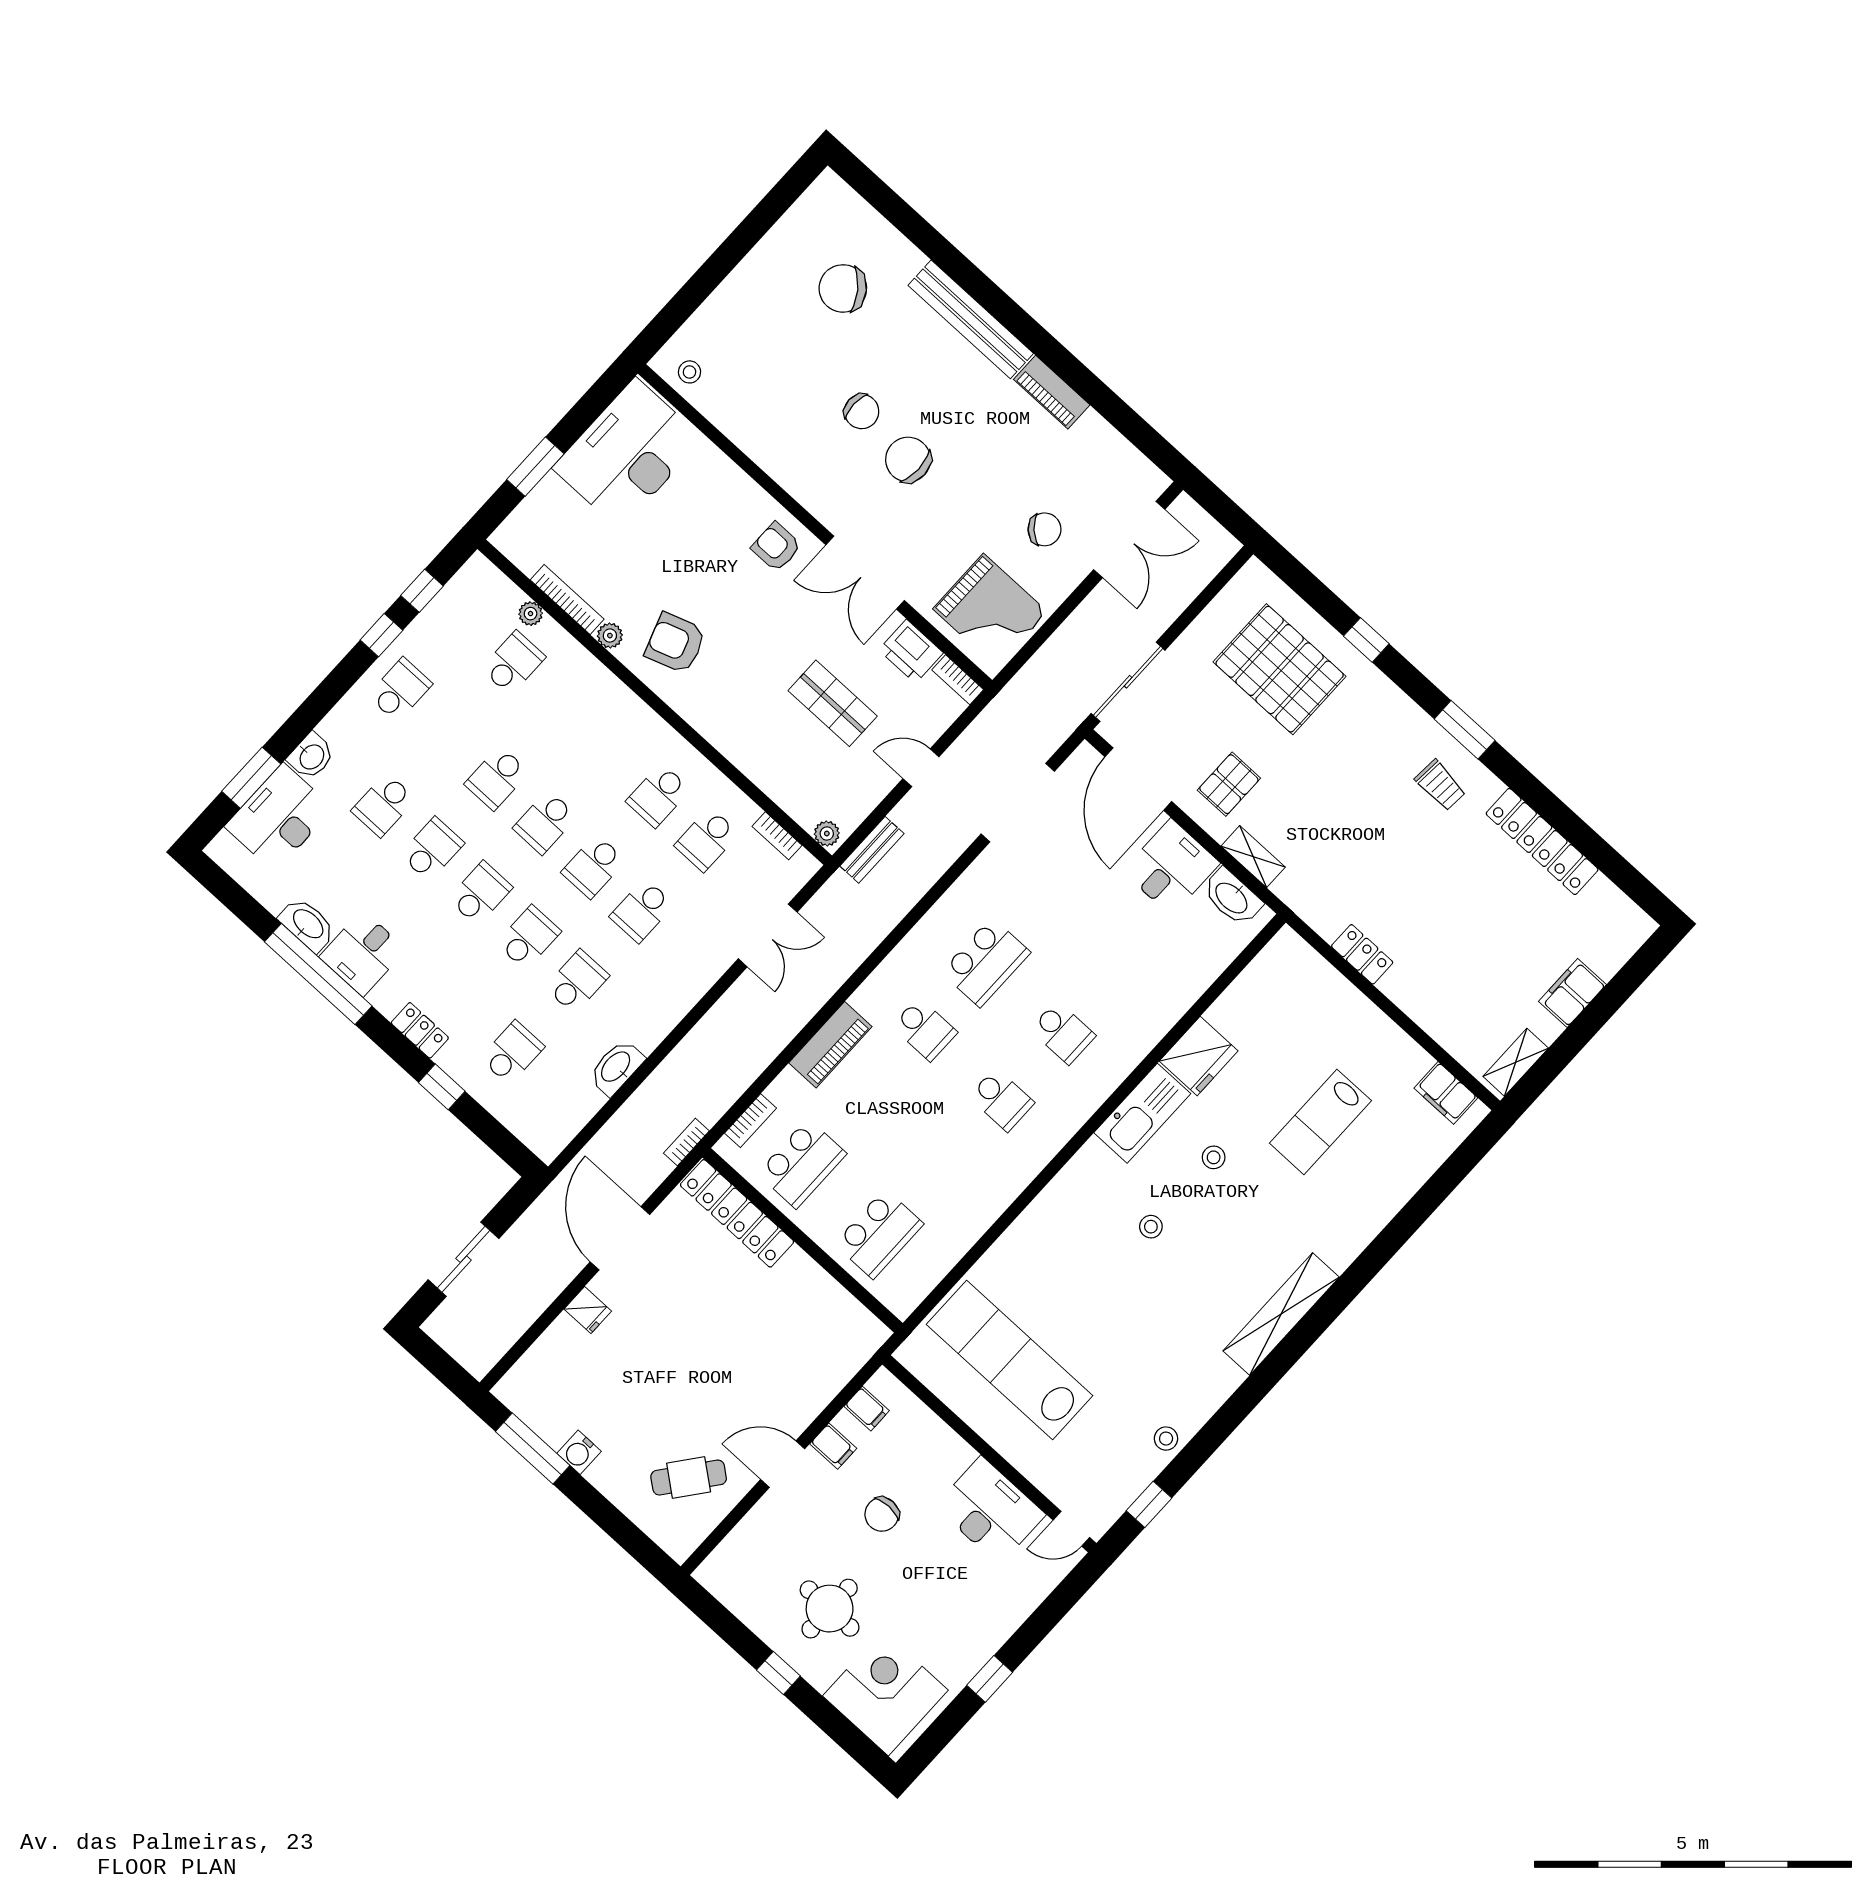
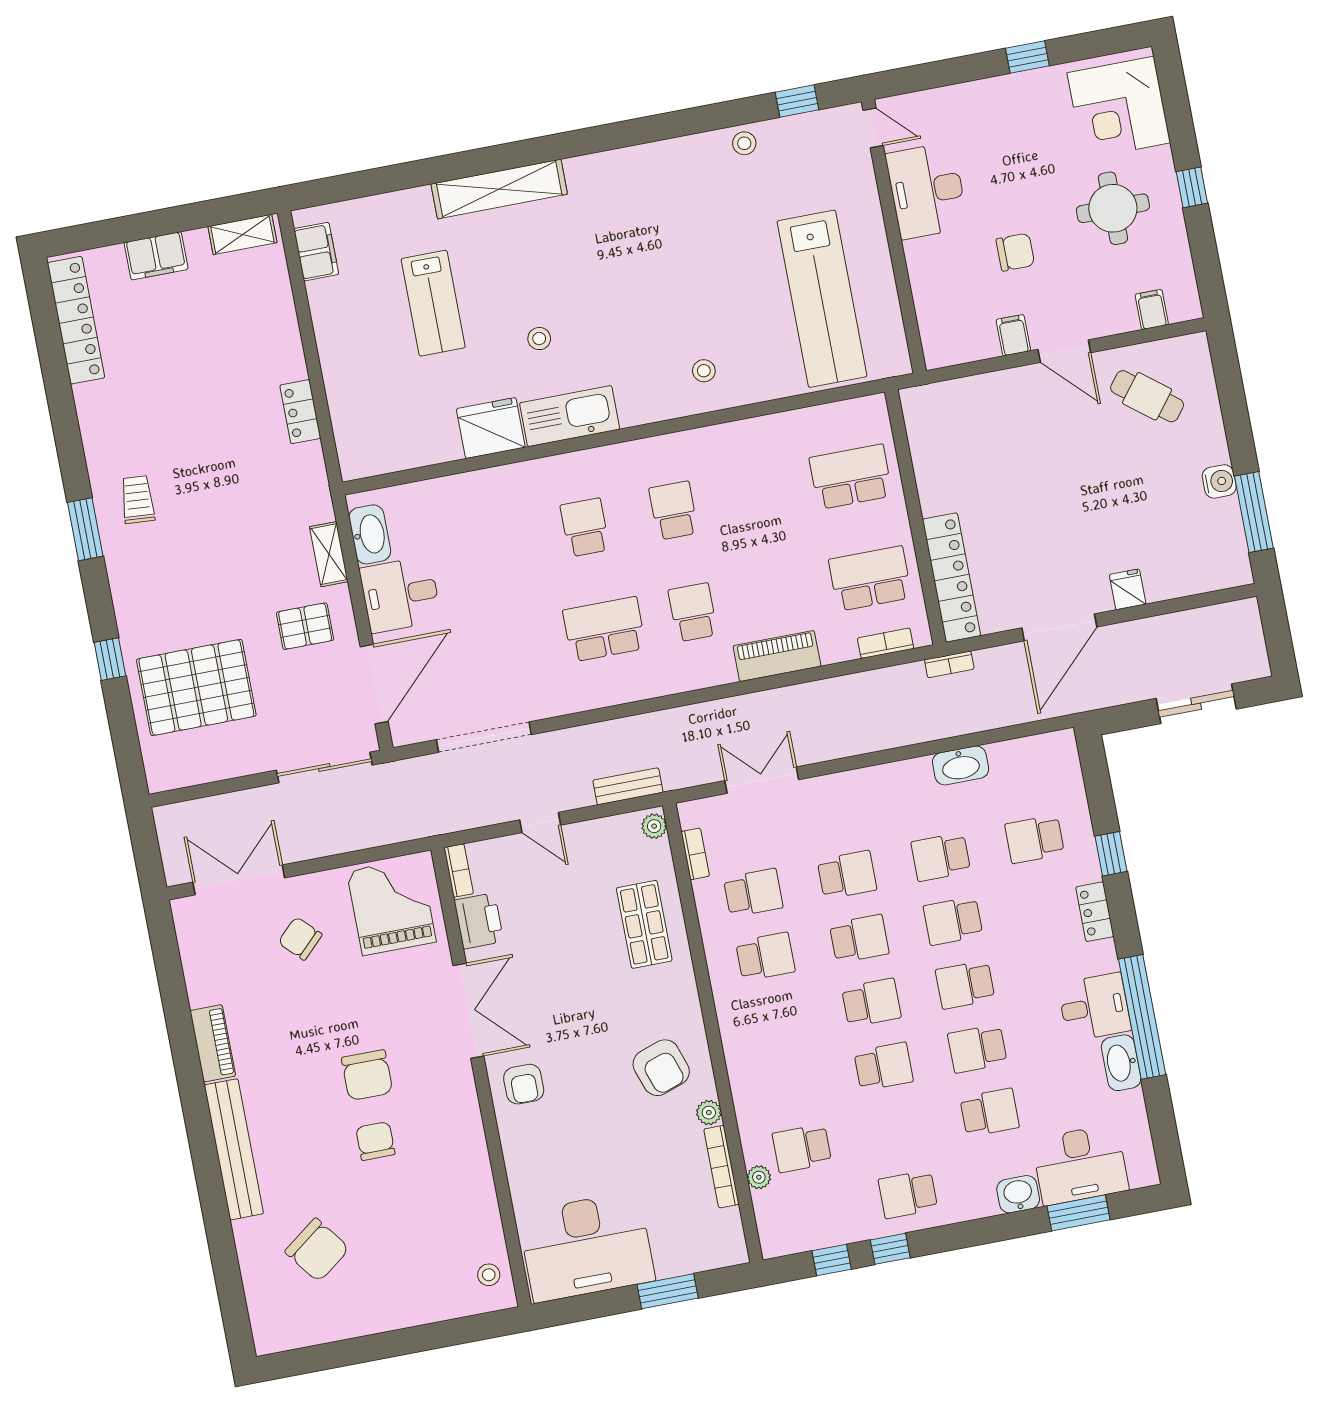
pallet: (1280, 669) -> (196, 688), turned 90
shop shelf: (833, 703) -> (644, 924), moved
locker: (1542, 842) -> (76, 320), moved
lab bench: (1320, 1122) -> (433, 303), turned 90
stool: (1151, 1227) -> (704, 371), moved
shelving: (1281, 1314) -> (499, 189), moved
filing cabinet: (867, 1409) -> (1152, 309), moved

